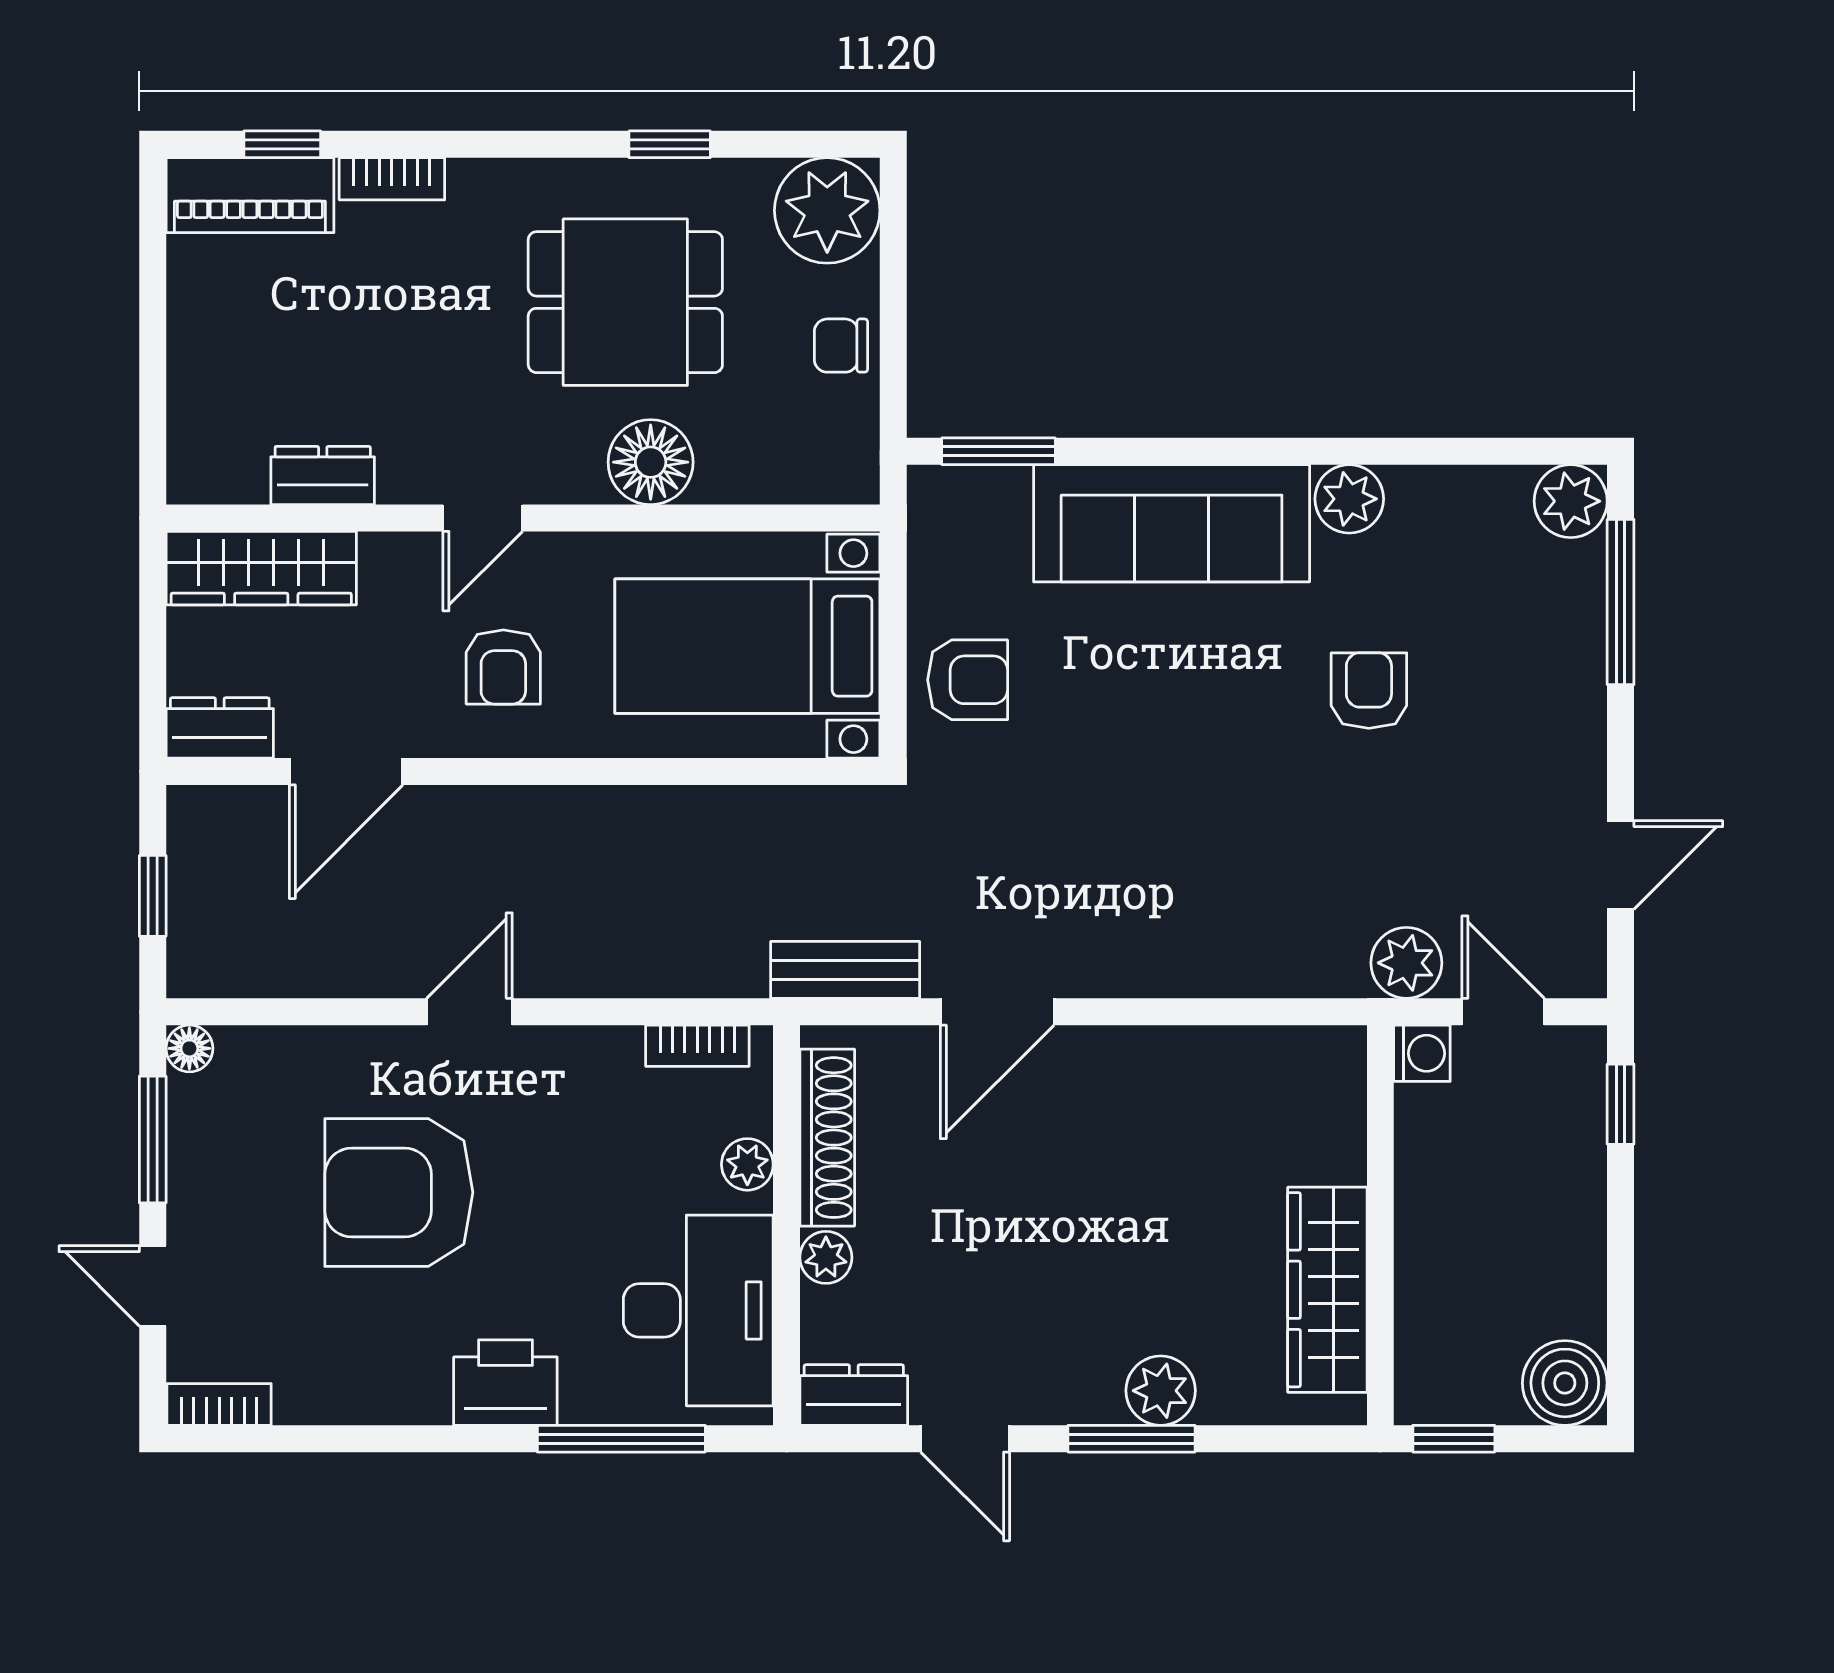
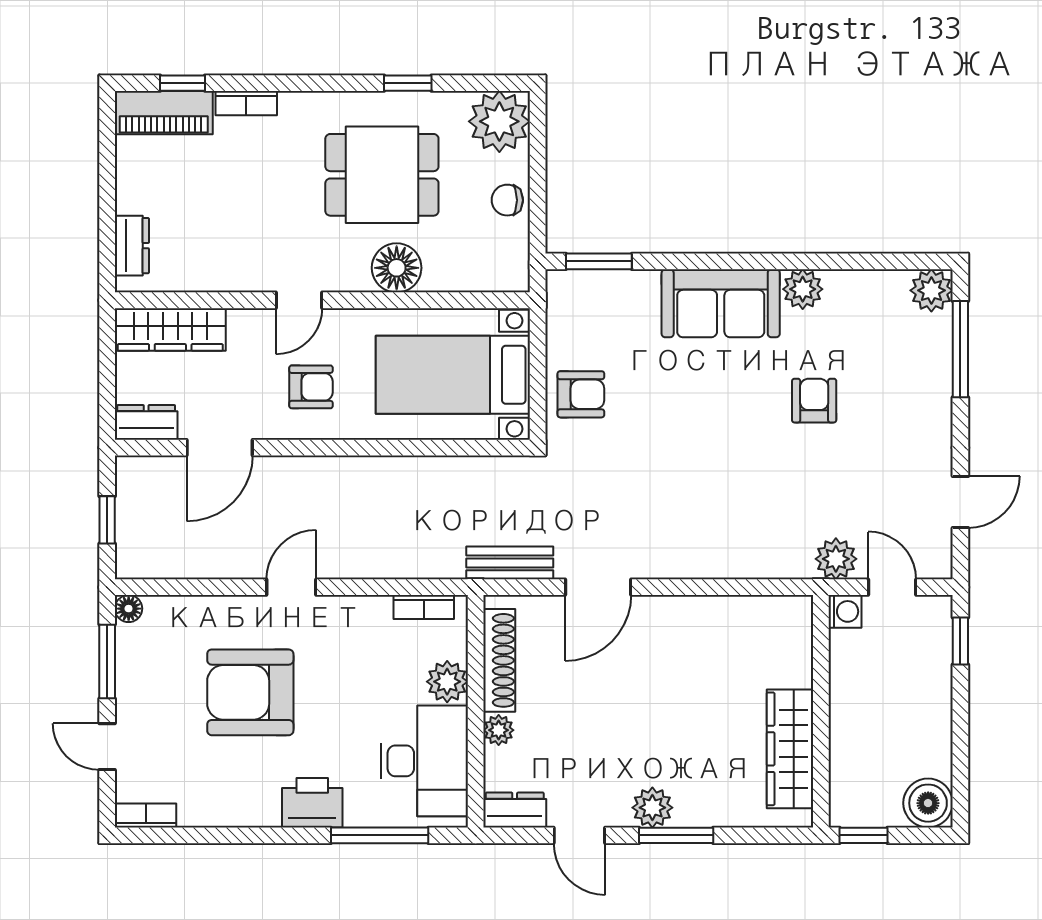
dresser: (323, 475) -> (132, 246), moved, turned 90
sofa: (1172, 523) -> (721, 303), width x0.73
armchair: (503, 667) -> (311, 387), turned -90
plant: (747, 1164) -> (447, 682), width x1.38, depth x1.38
plant: (1161, 1391) -> (652, 808), moved

